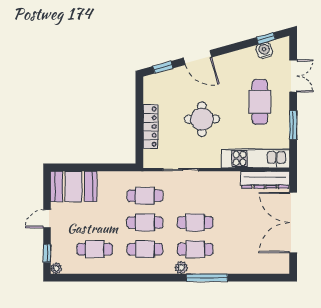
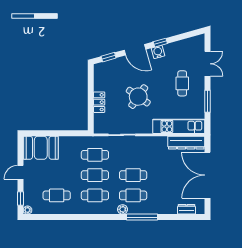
window: (266, 38) -> (160, 43), moved
water cooler: (264, 50) -> (158, 52), moved
cafe table: (260, 102) -> (182, 83), width x0.73, depth x0.74
round table: (202, 119) -> (138, 97), turned 35
locker: (150, 127) -> (99, 102), width x0.66
dresser: (265, 267) -> (186, 209), added

